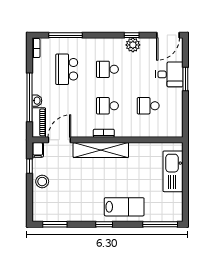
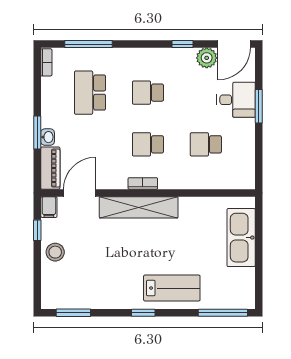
plant: (133, 45) -> (207, 58), moved
window: (29, 97) -> (37, 132), width x0.47

